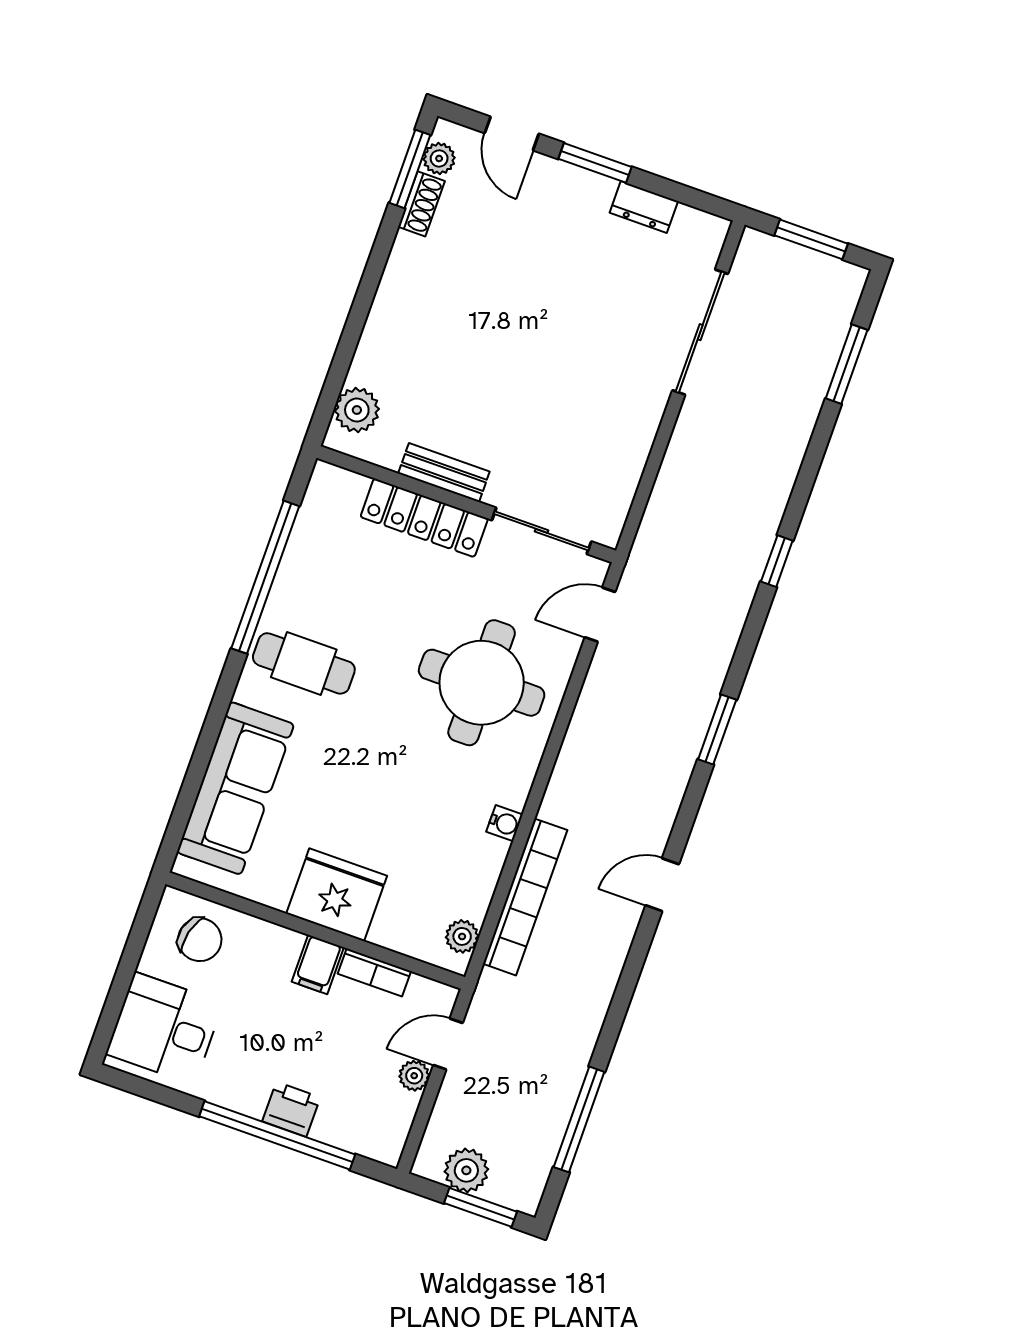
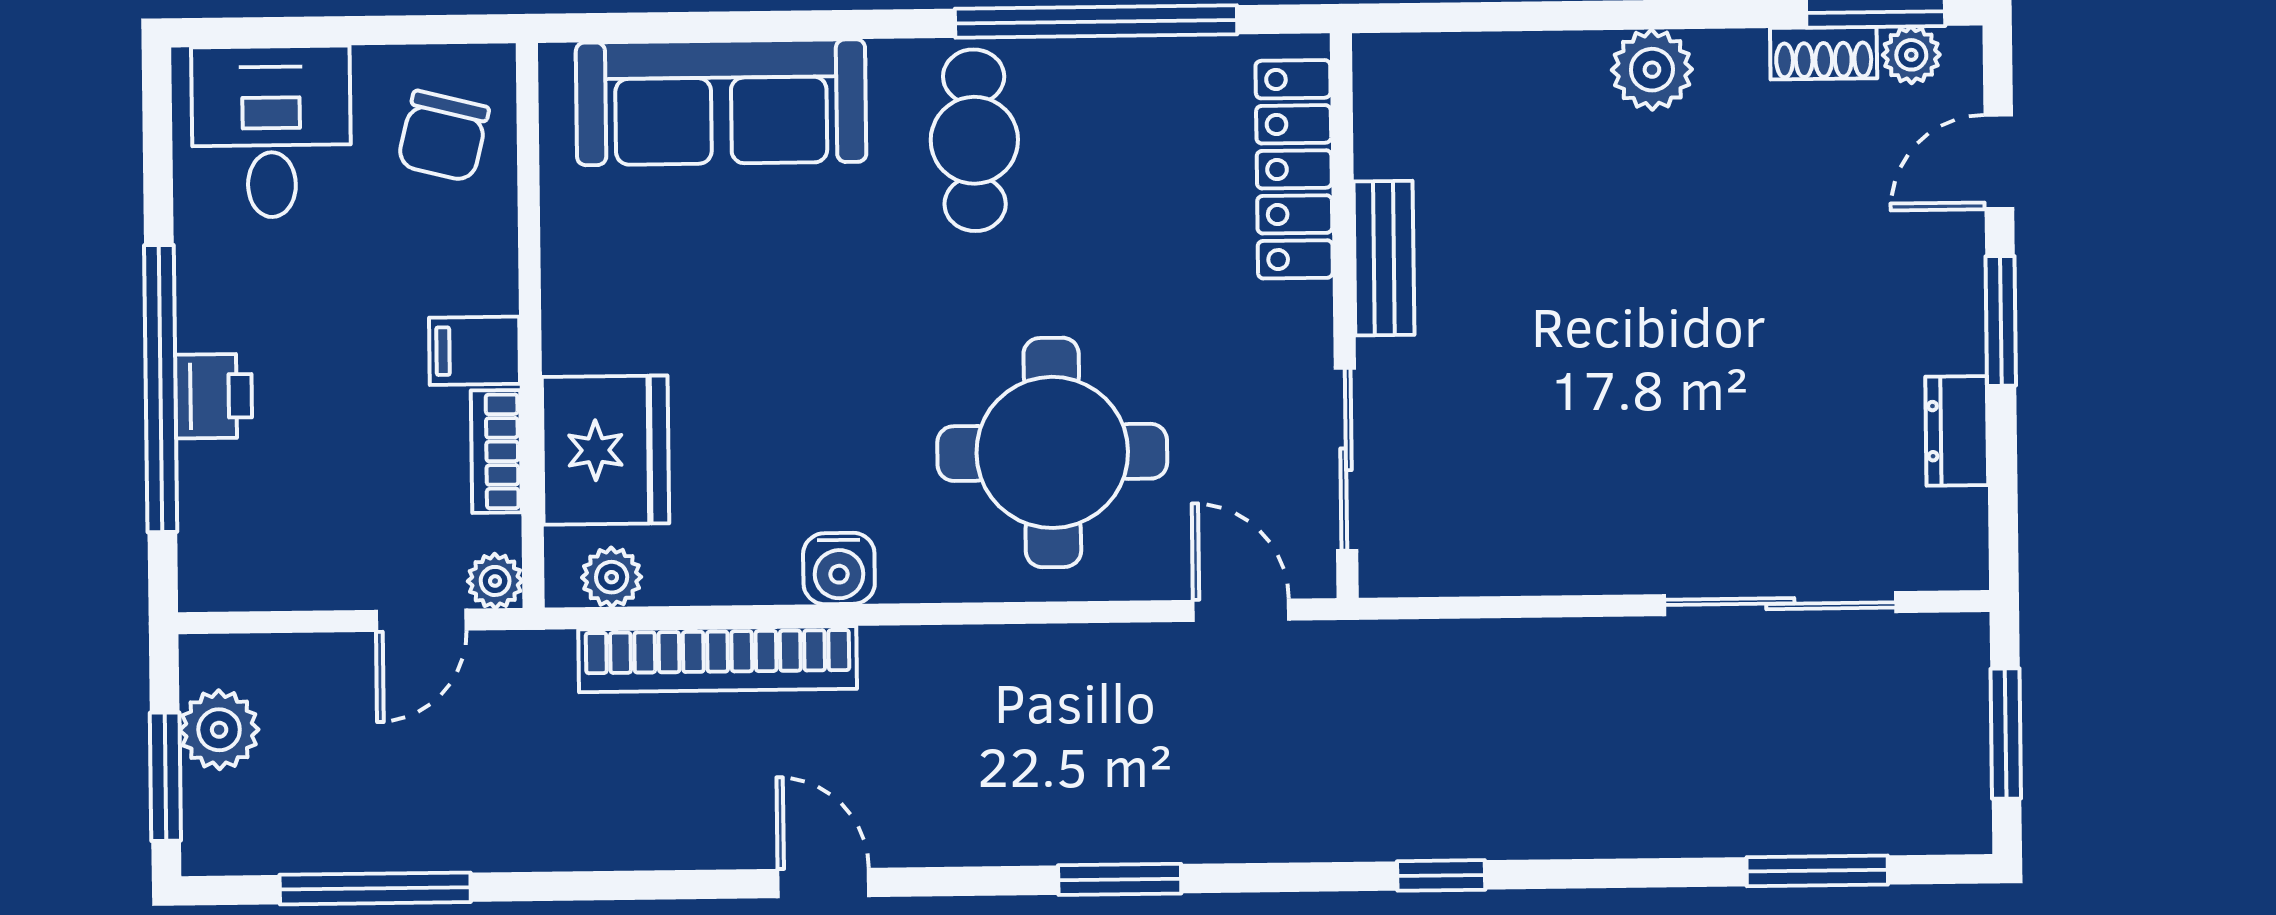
plant: (357, 410) -> (1652, 70), moved
locker: (424, 518) -> (1294, 169), moved
water cooler: (505, 823) -> (839, 568), width x1.38, depth x1.38
fridge: (337, 895) -> (606, 450), moved
door: (448, 1044) -> (421, 620), swing flipped
plant: (414, 1076) -> (495, 581), moved

